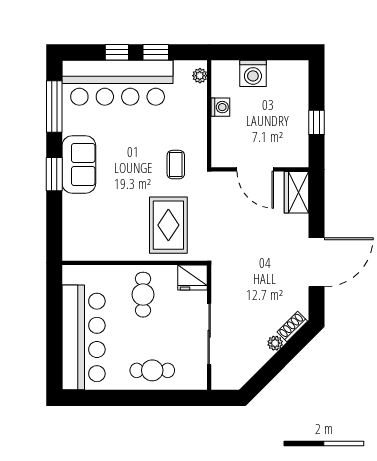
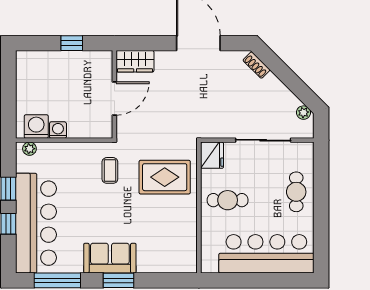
washing machine: (253, 73) -> (36, 126), moved, turned -90
coffee table: (176, 165) -> (110, 170), turned 90
plant: (275, 343) -> (303, 113), moved

